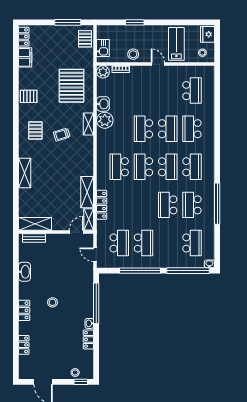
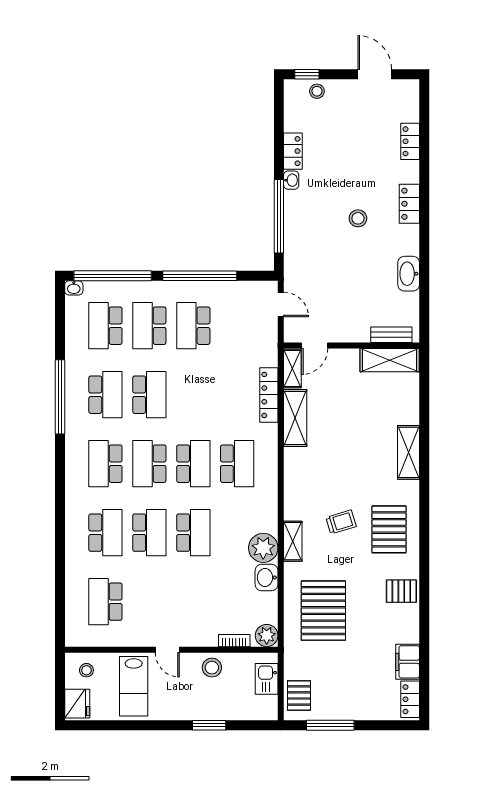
school desk: (168, 129) -> (149, 533), turned 180
pallet: (35, 130) -> (389, 529), width x1.50, depth x1.42
school desk: (119, 243) -> (149, 326), moved

